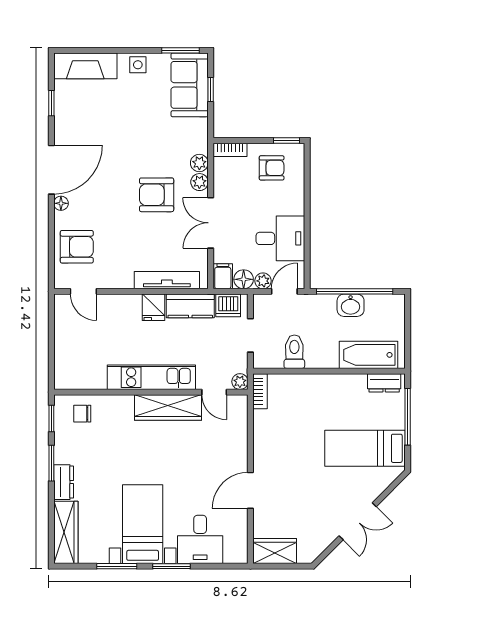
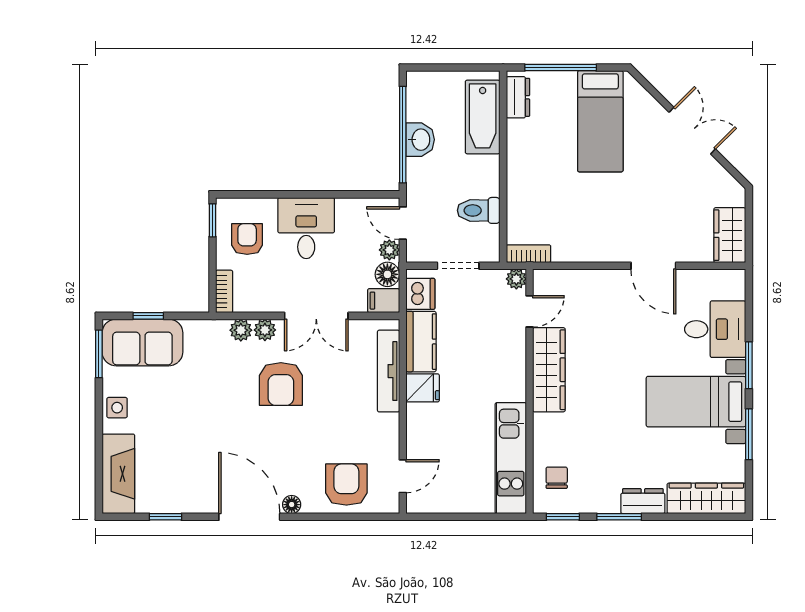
desk: (280, 238) -> (306, 228), moved
kitchen unit: (151, 377) -> (511, 458), moved
chair: (82, 414) -> (557, 478), turned 180

